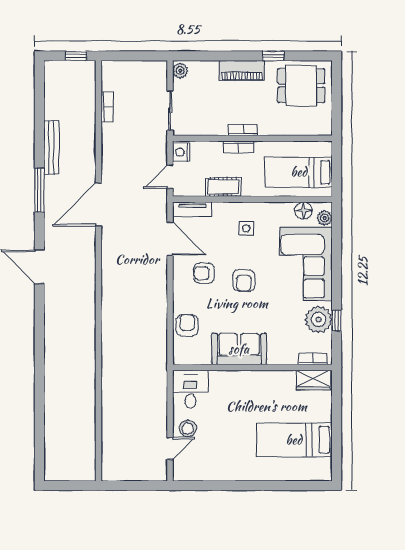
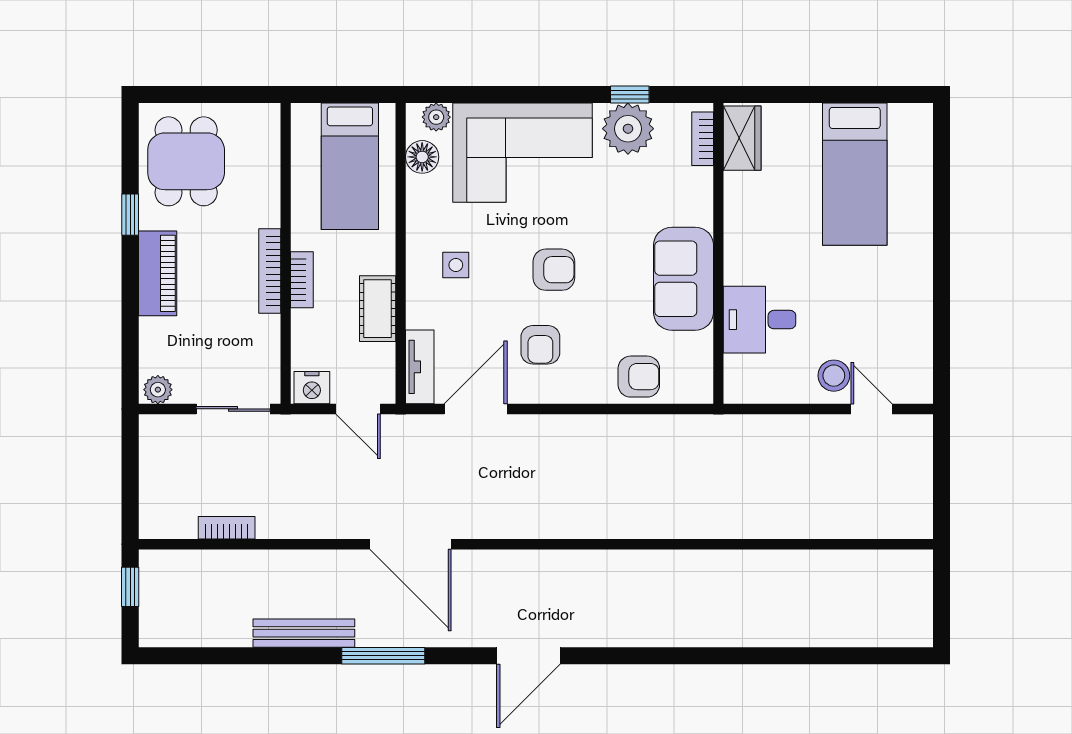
bookcase: (243, 130) -> (270, 271), width x1.56
armchair: (187, 325) -> (639, 377), turned 180
desk: (190, 389) -> (760, 320), moved

